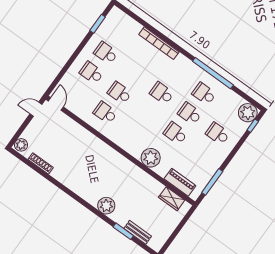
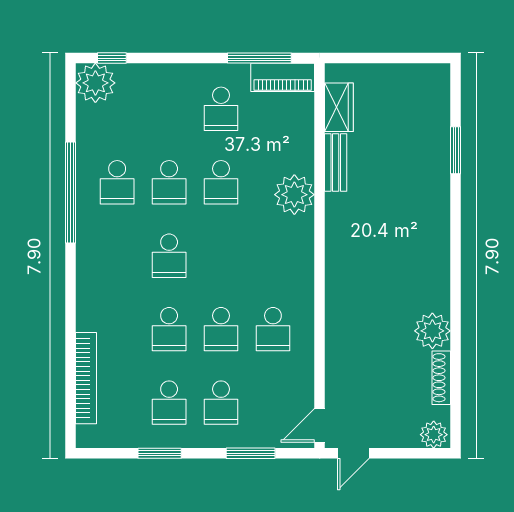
window: (98, 24) -> (160, 453), moved
bookcase: (159, 43) -> (86, 378), moved
window: (64, 70) -> (251, 453), added
school desk: (134, 73) -> (169, 329), added
door: (36, 109) -> (353, 453), hinge flipped
school desk: (218, 134) -> (221, 109), moved
piano: (180, 182) -> (283, 77), moved, turned -90
plant: (106, 206) -> (432, 331), moved
bench: (138, 232) -> (336, 163), moved

